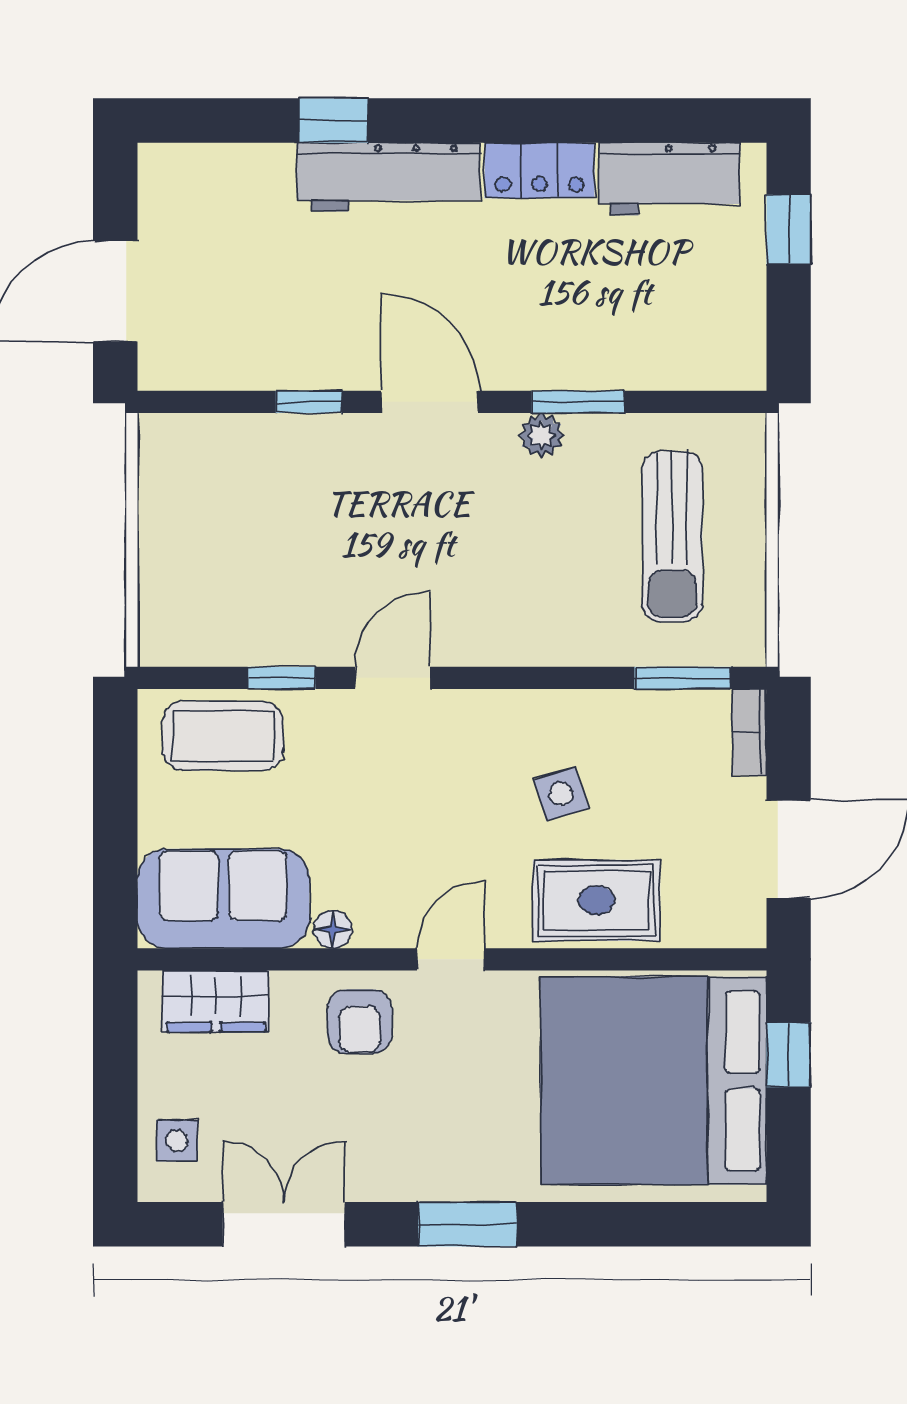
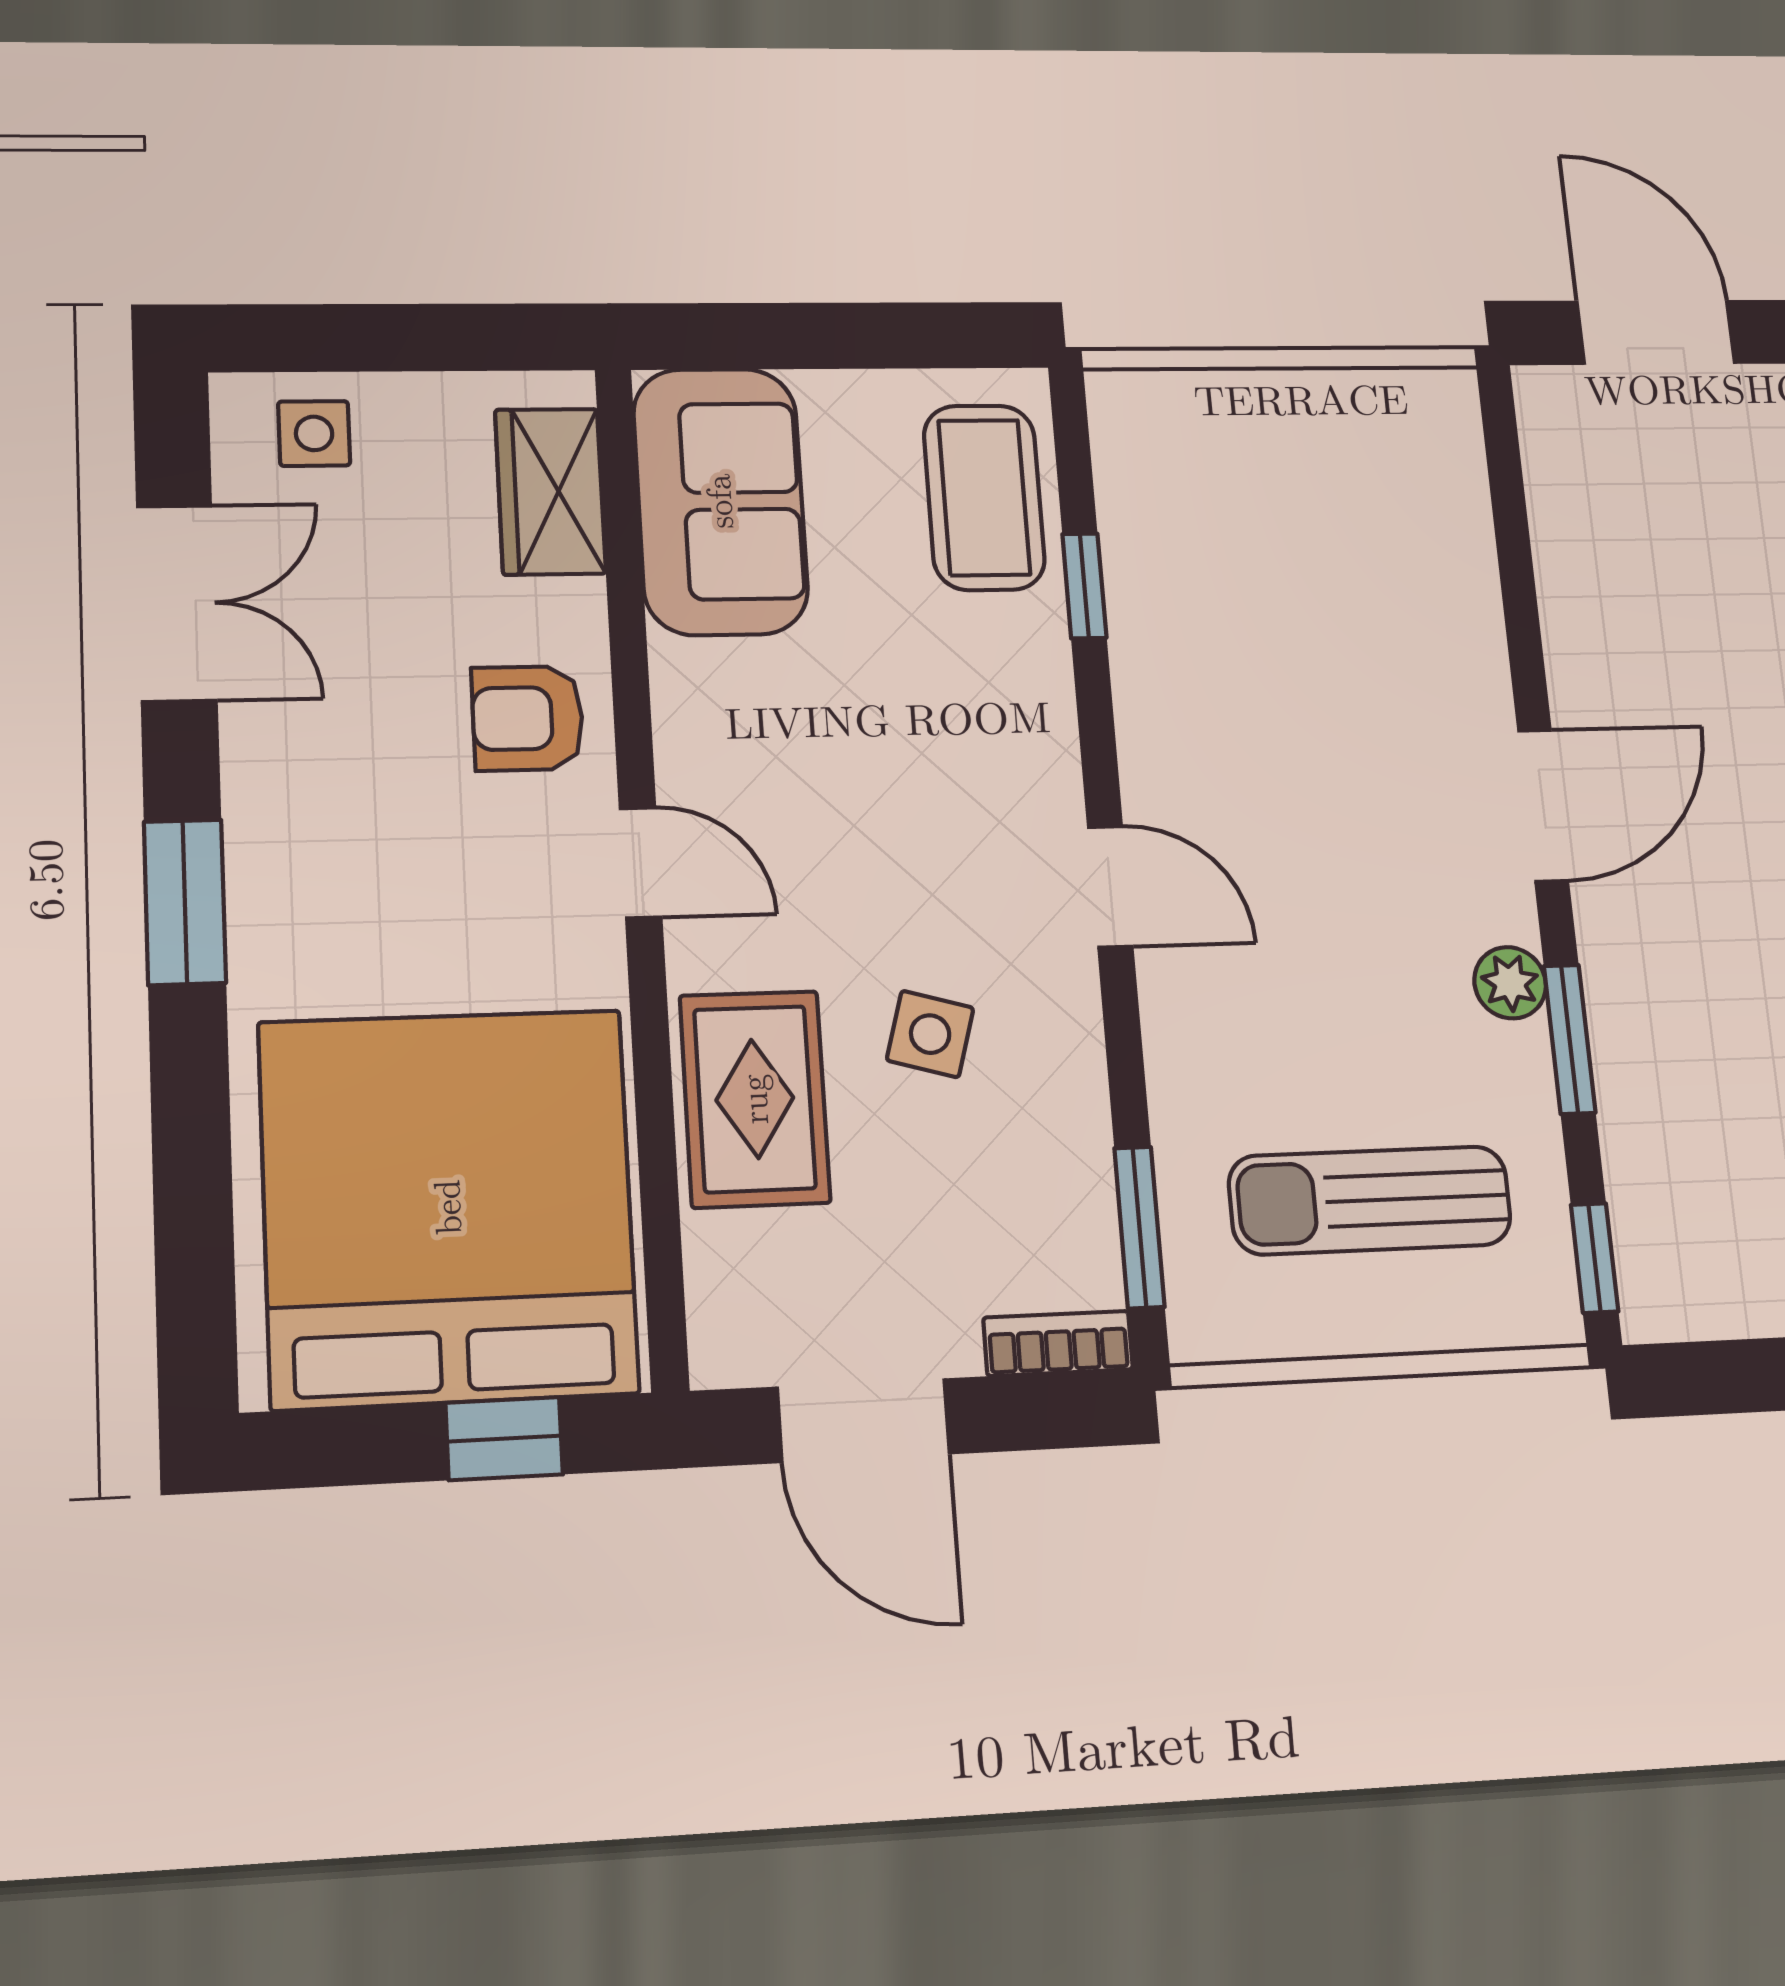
window: (309, 402) -> (1595, 1258), moved
door: (393, 678) -> (1110, 887), moved
side table: (561, 794) -> (930, 1034), turned 33
floor lamp: (333, 929) -> (680, 673), removed

